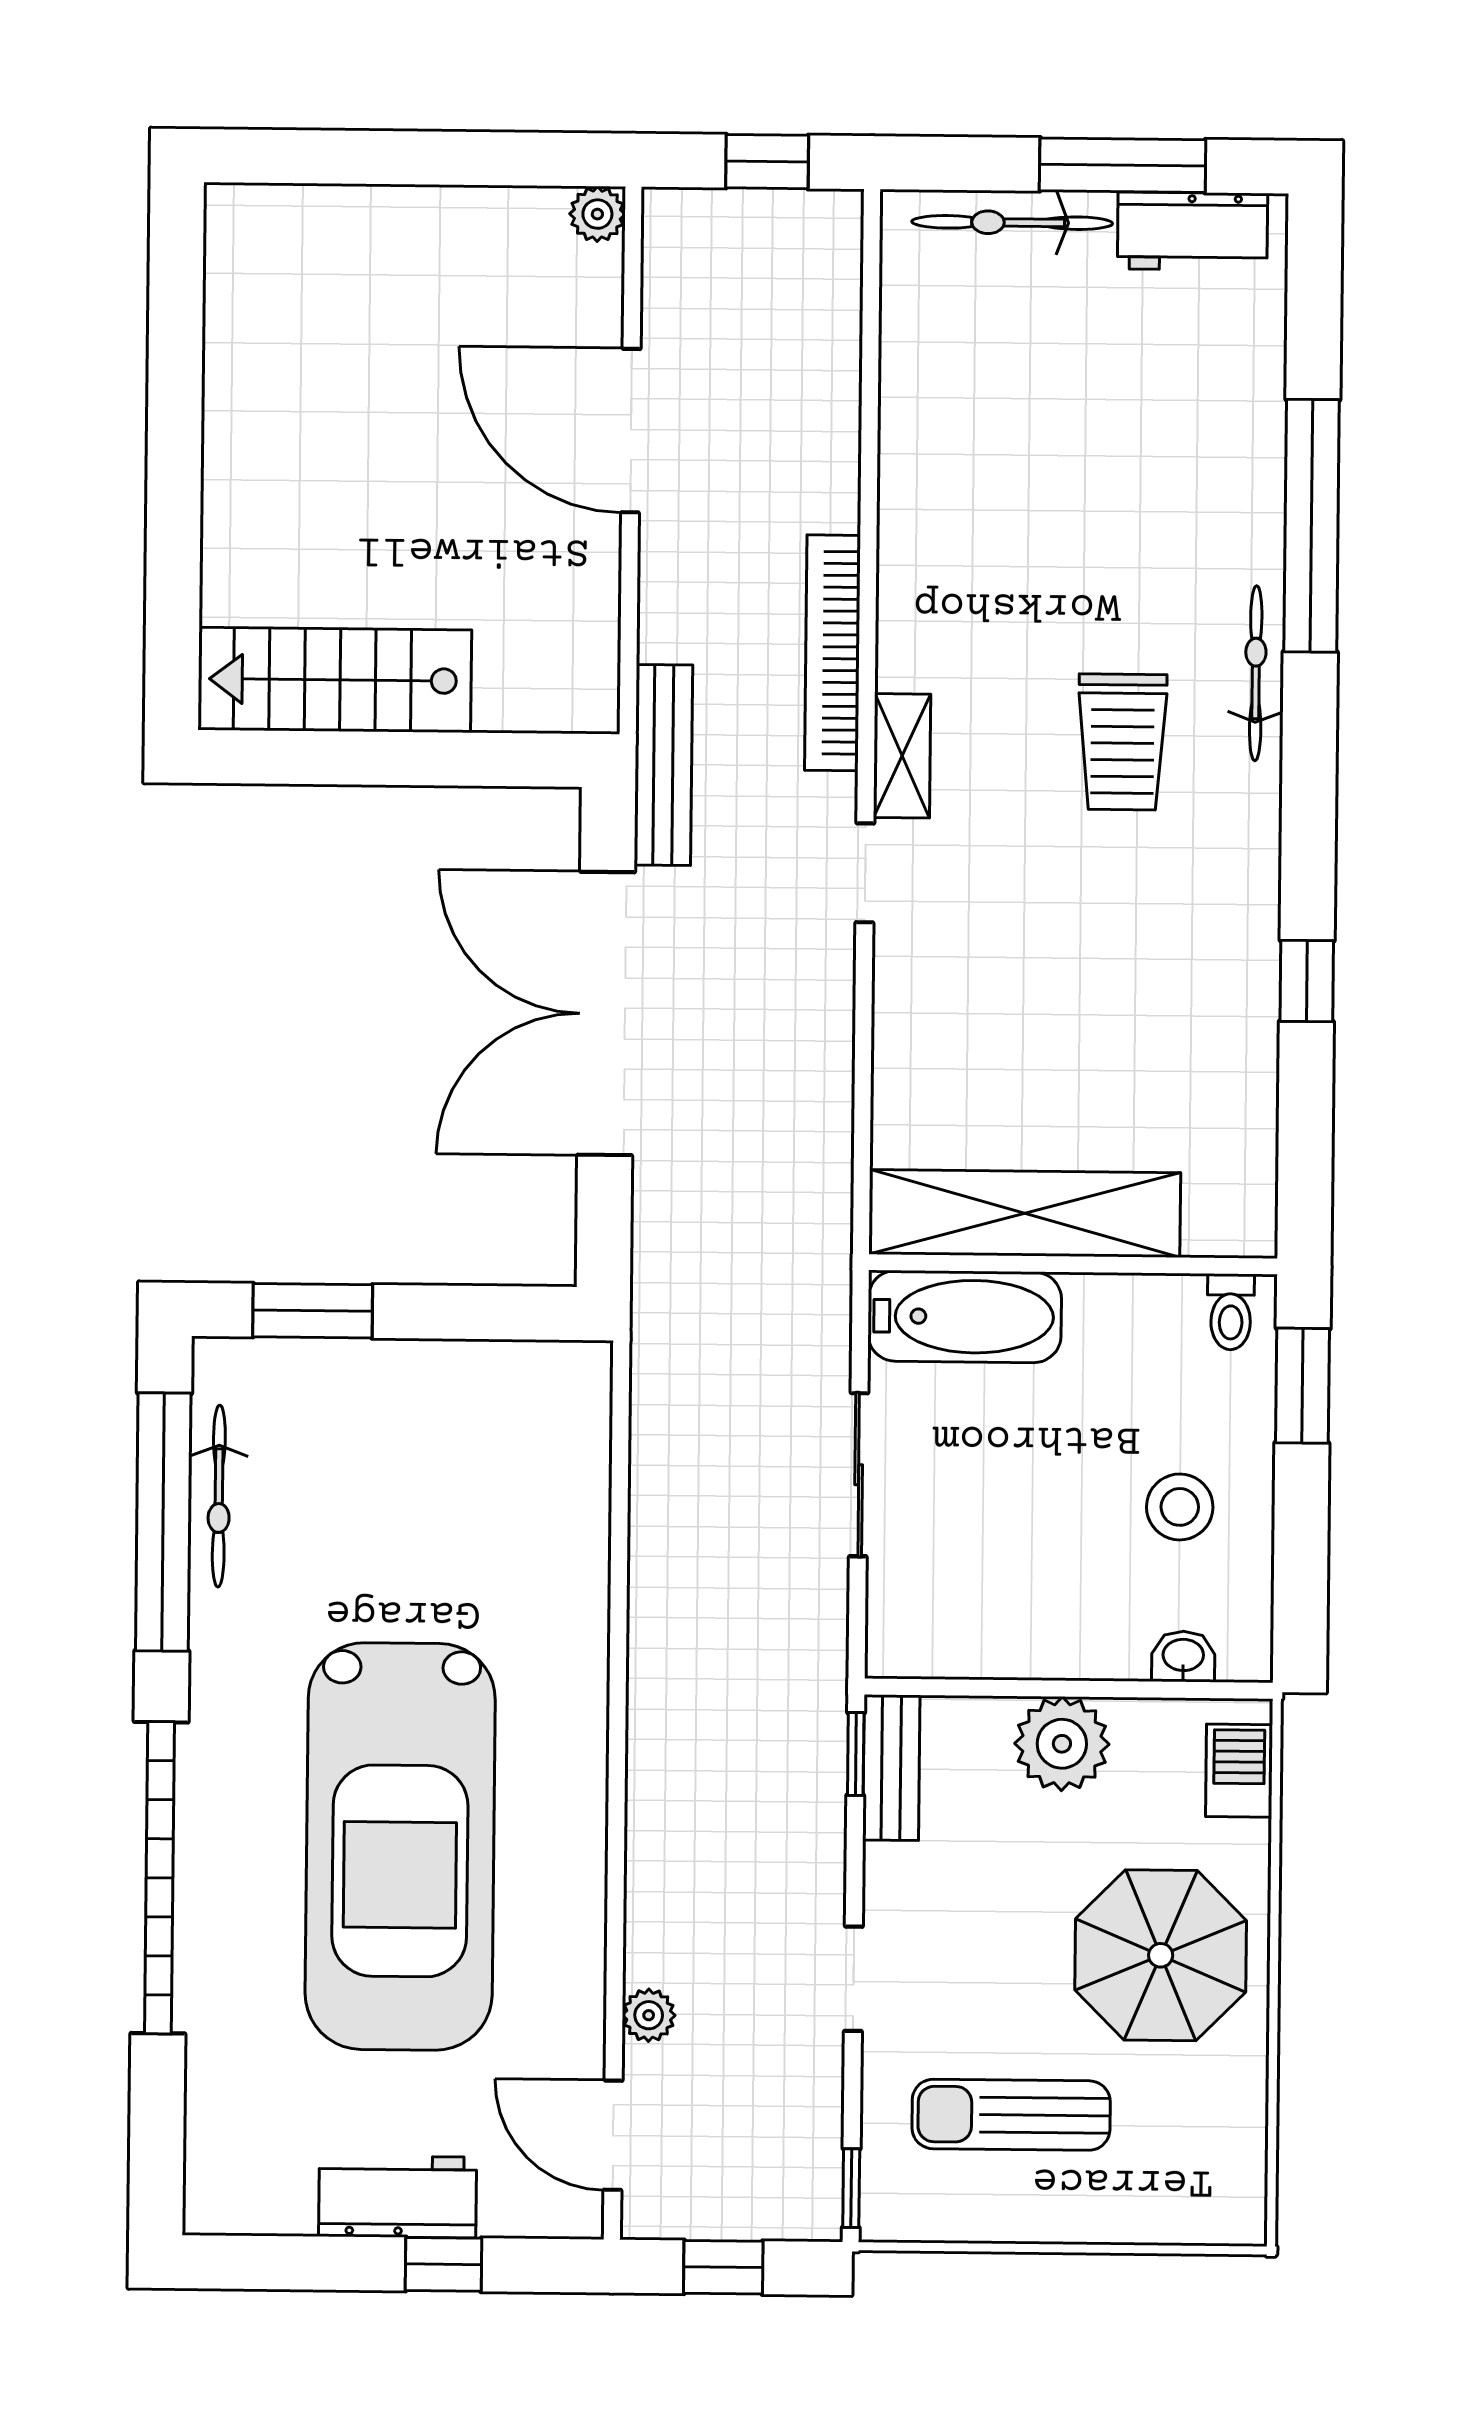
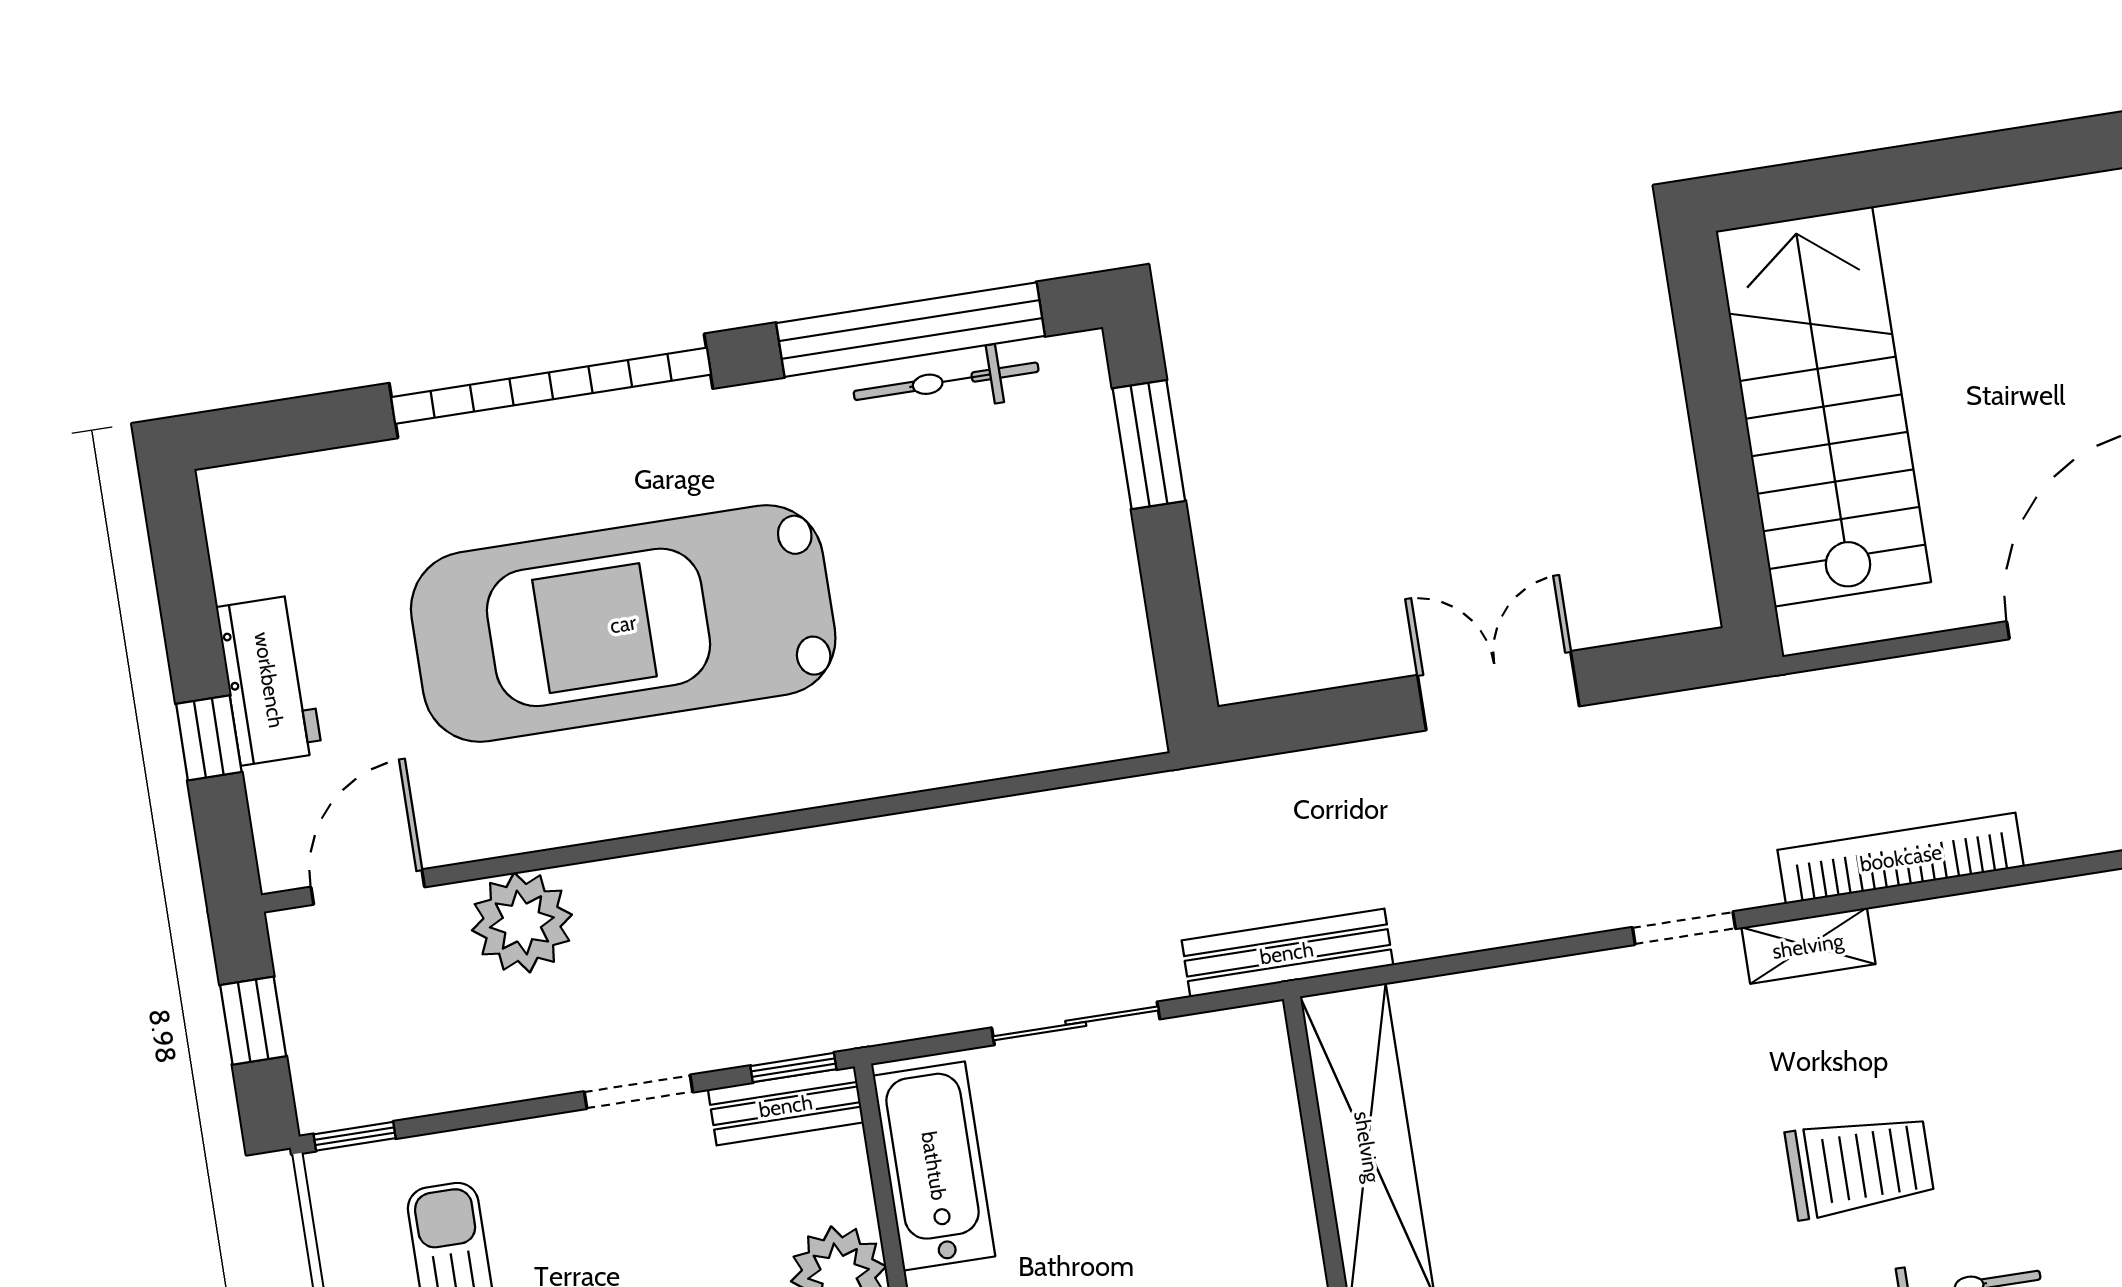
stairs: (335, 680) -> (1823, 407), width x1.36, depth x1.51
trolley: (1122, 742) -> (1860, 1166), turned 180
bench: (663, 765) -> (1287, 953), moved
double door: (606, 1014) -> (1498, 691), width x0.54
bathtub: (965, 1317) -> (934, 1166), moved, turned 180
doorway: (853, 1979) -> (638, 1092), moved
plant: (649, 2015) -> (522, 922), width x1.87, depth x1.87

